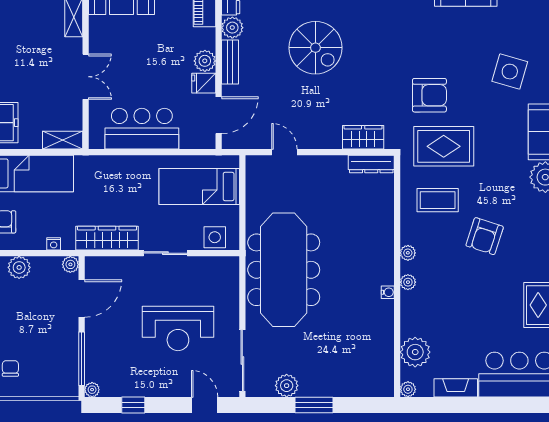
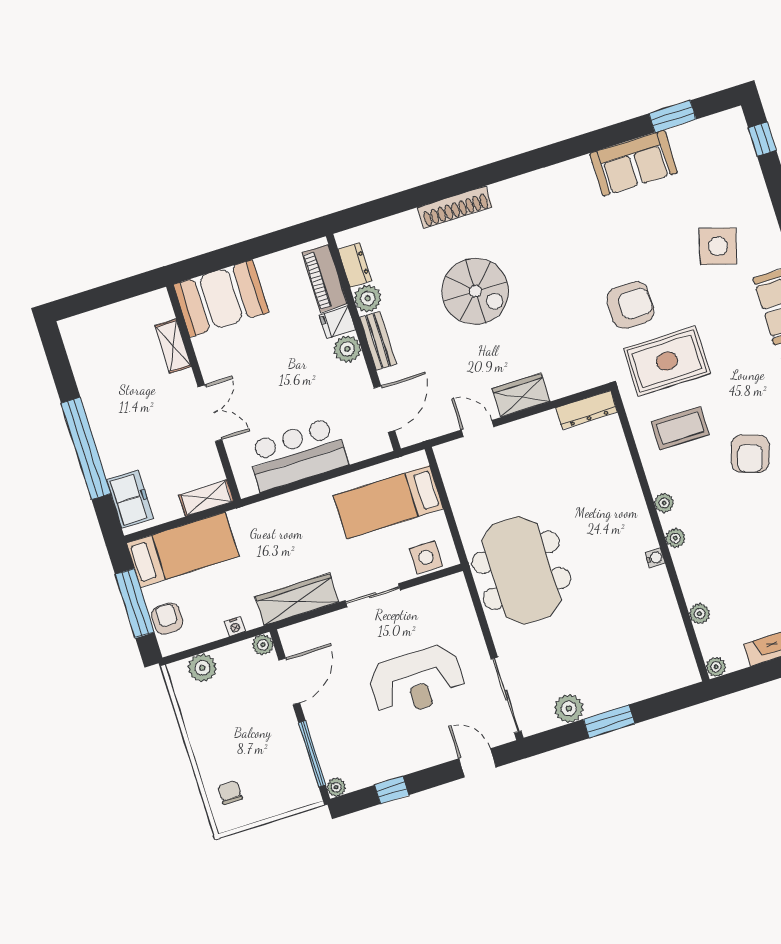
fridge: (204, 83) -> (337, 322), moved
wardrobe: (363, 137) -> (521, 395), moved
meeting table: (284, 270) -> (521, 570), width x0.73
plant: (415, 352) -> (700, 614), width x0.53, depth x0.53

